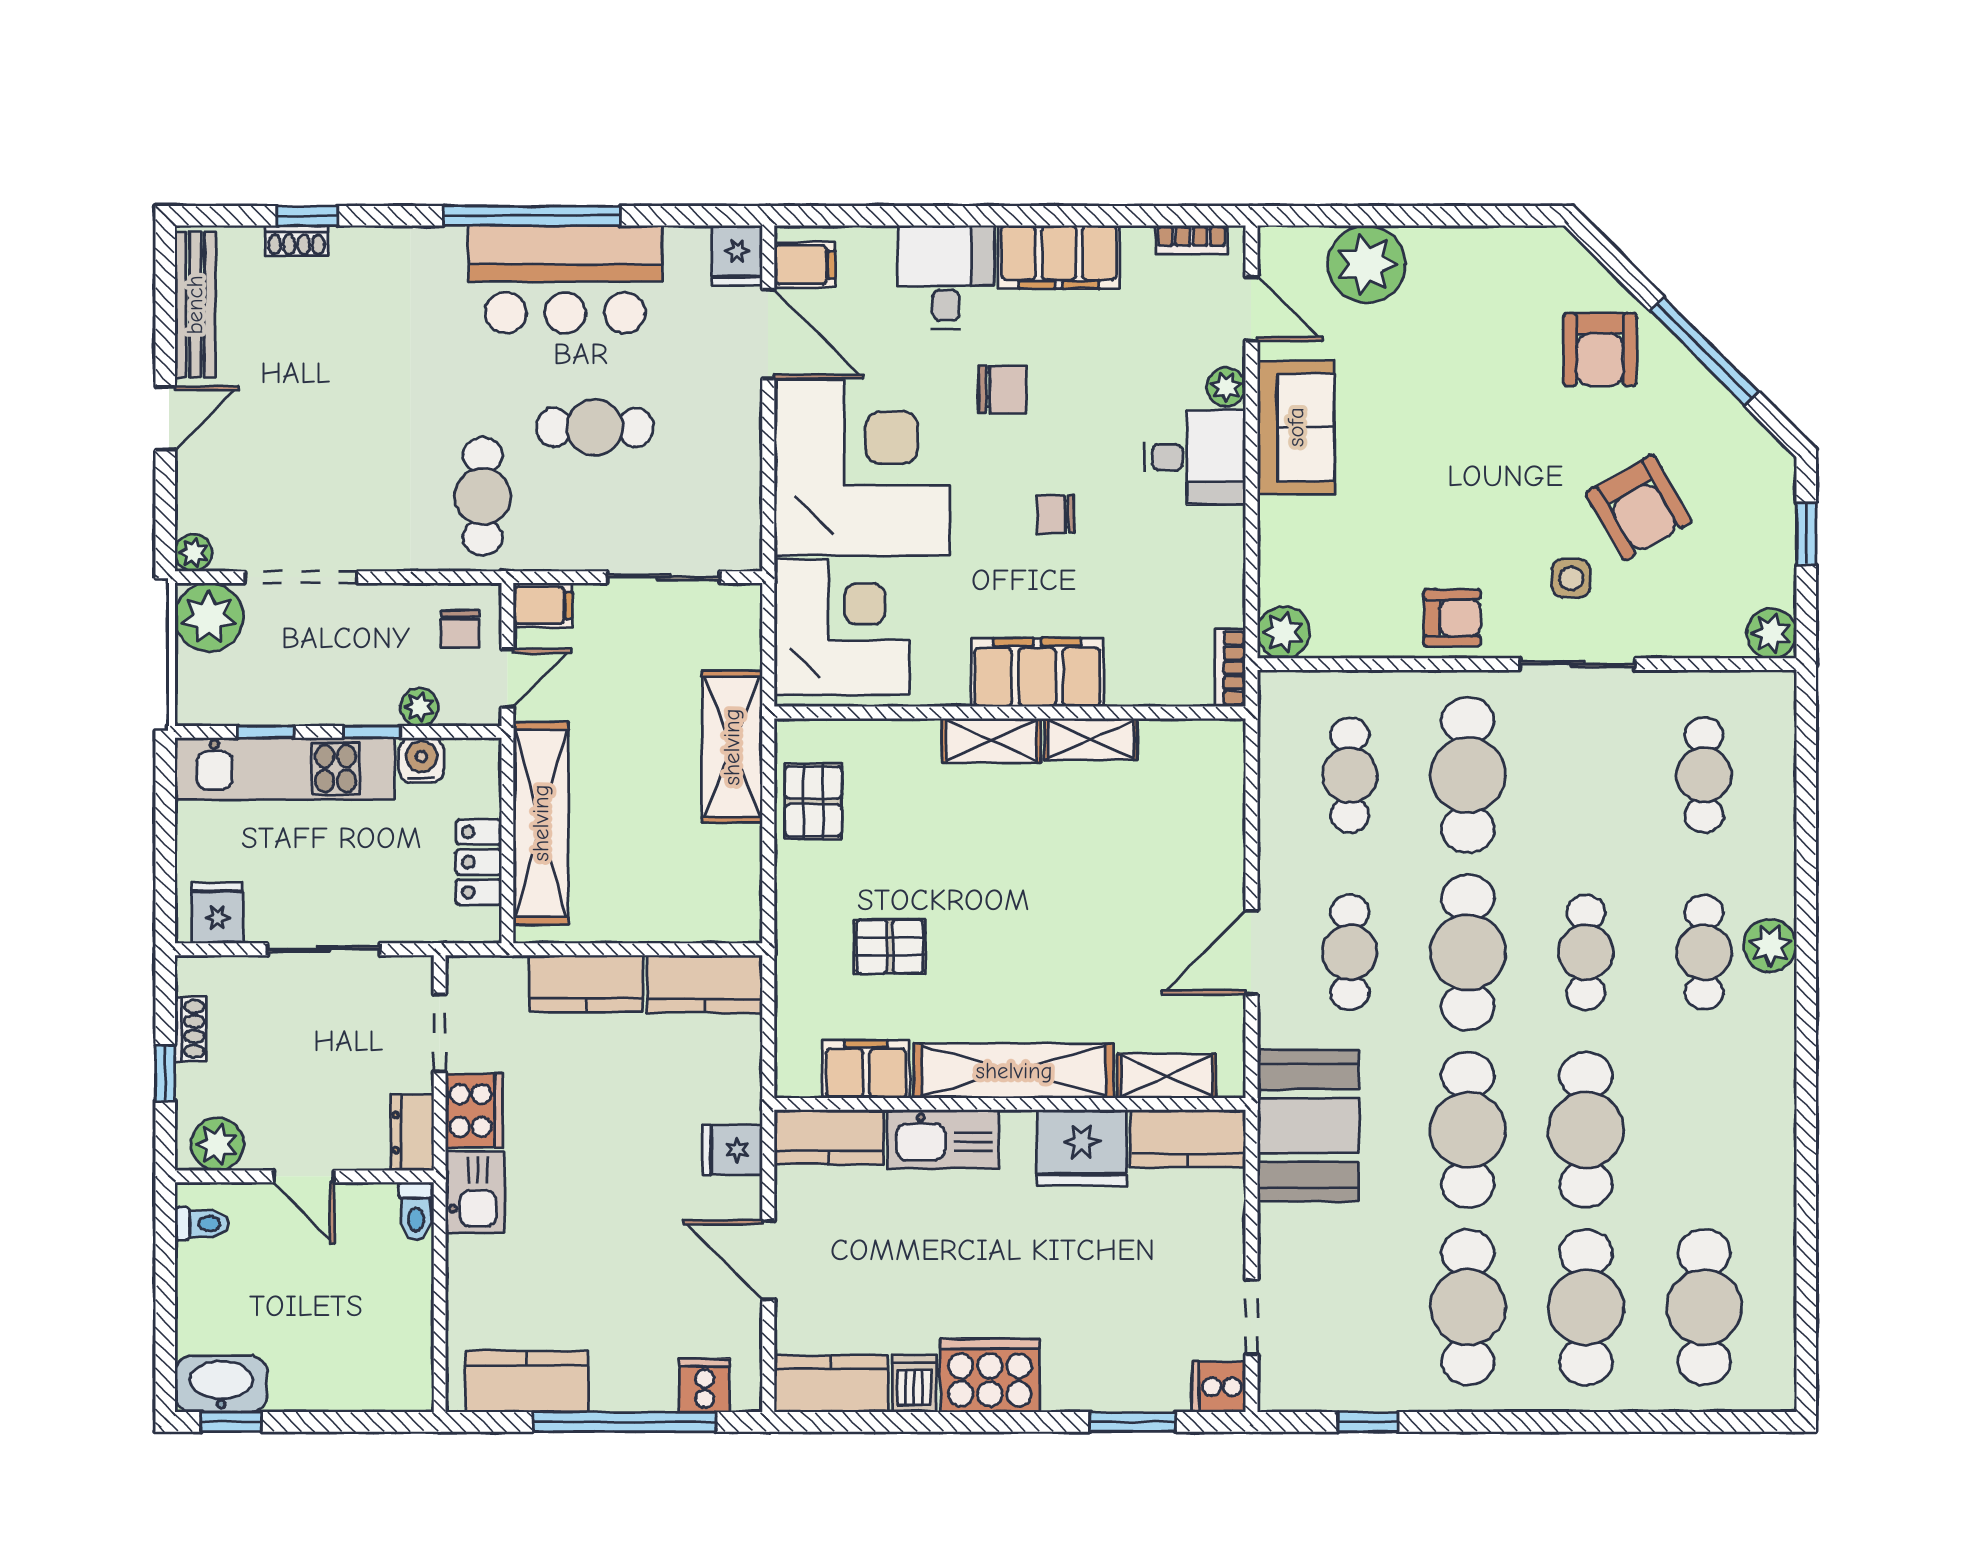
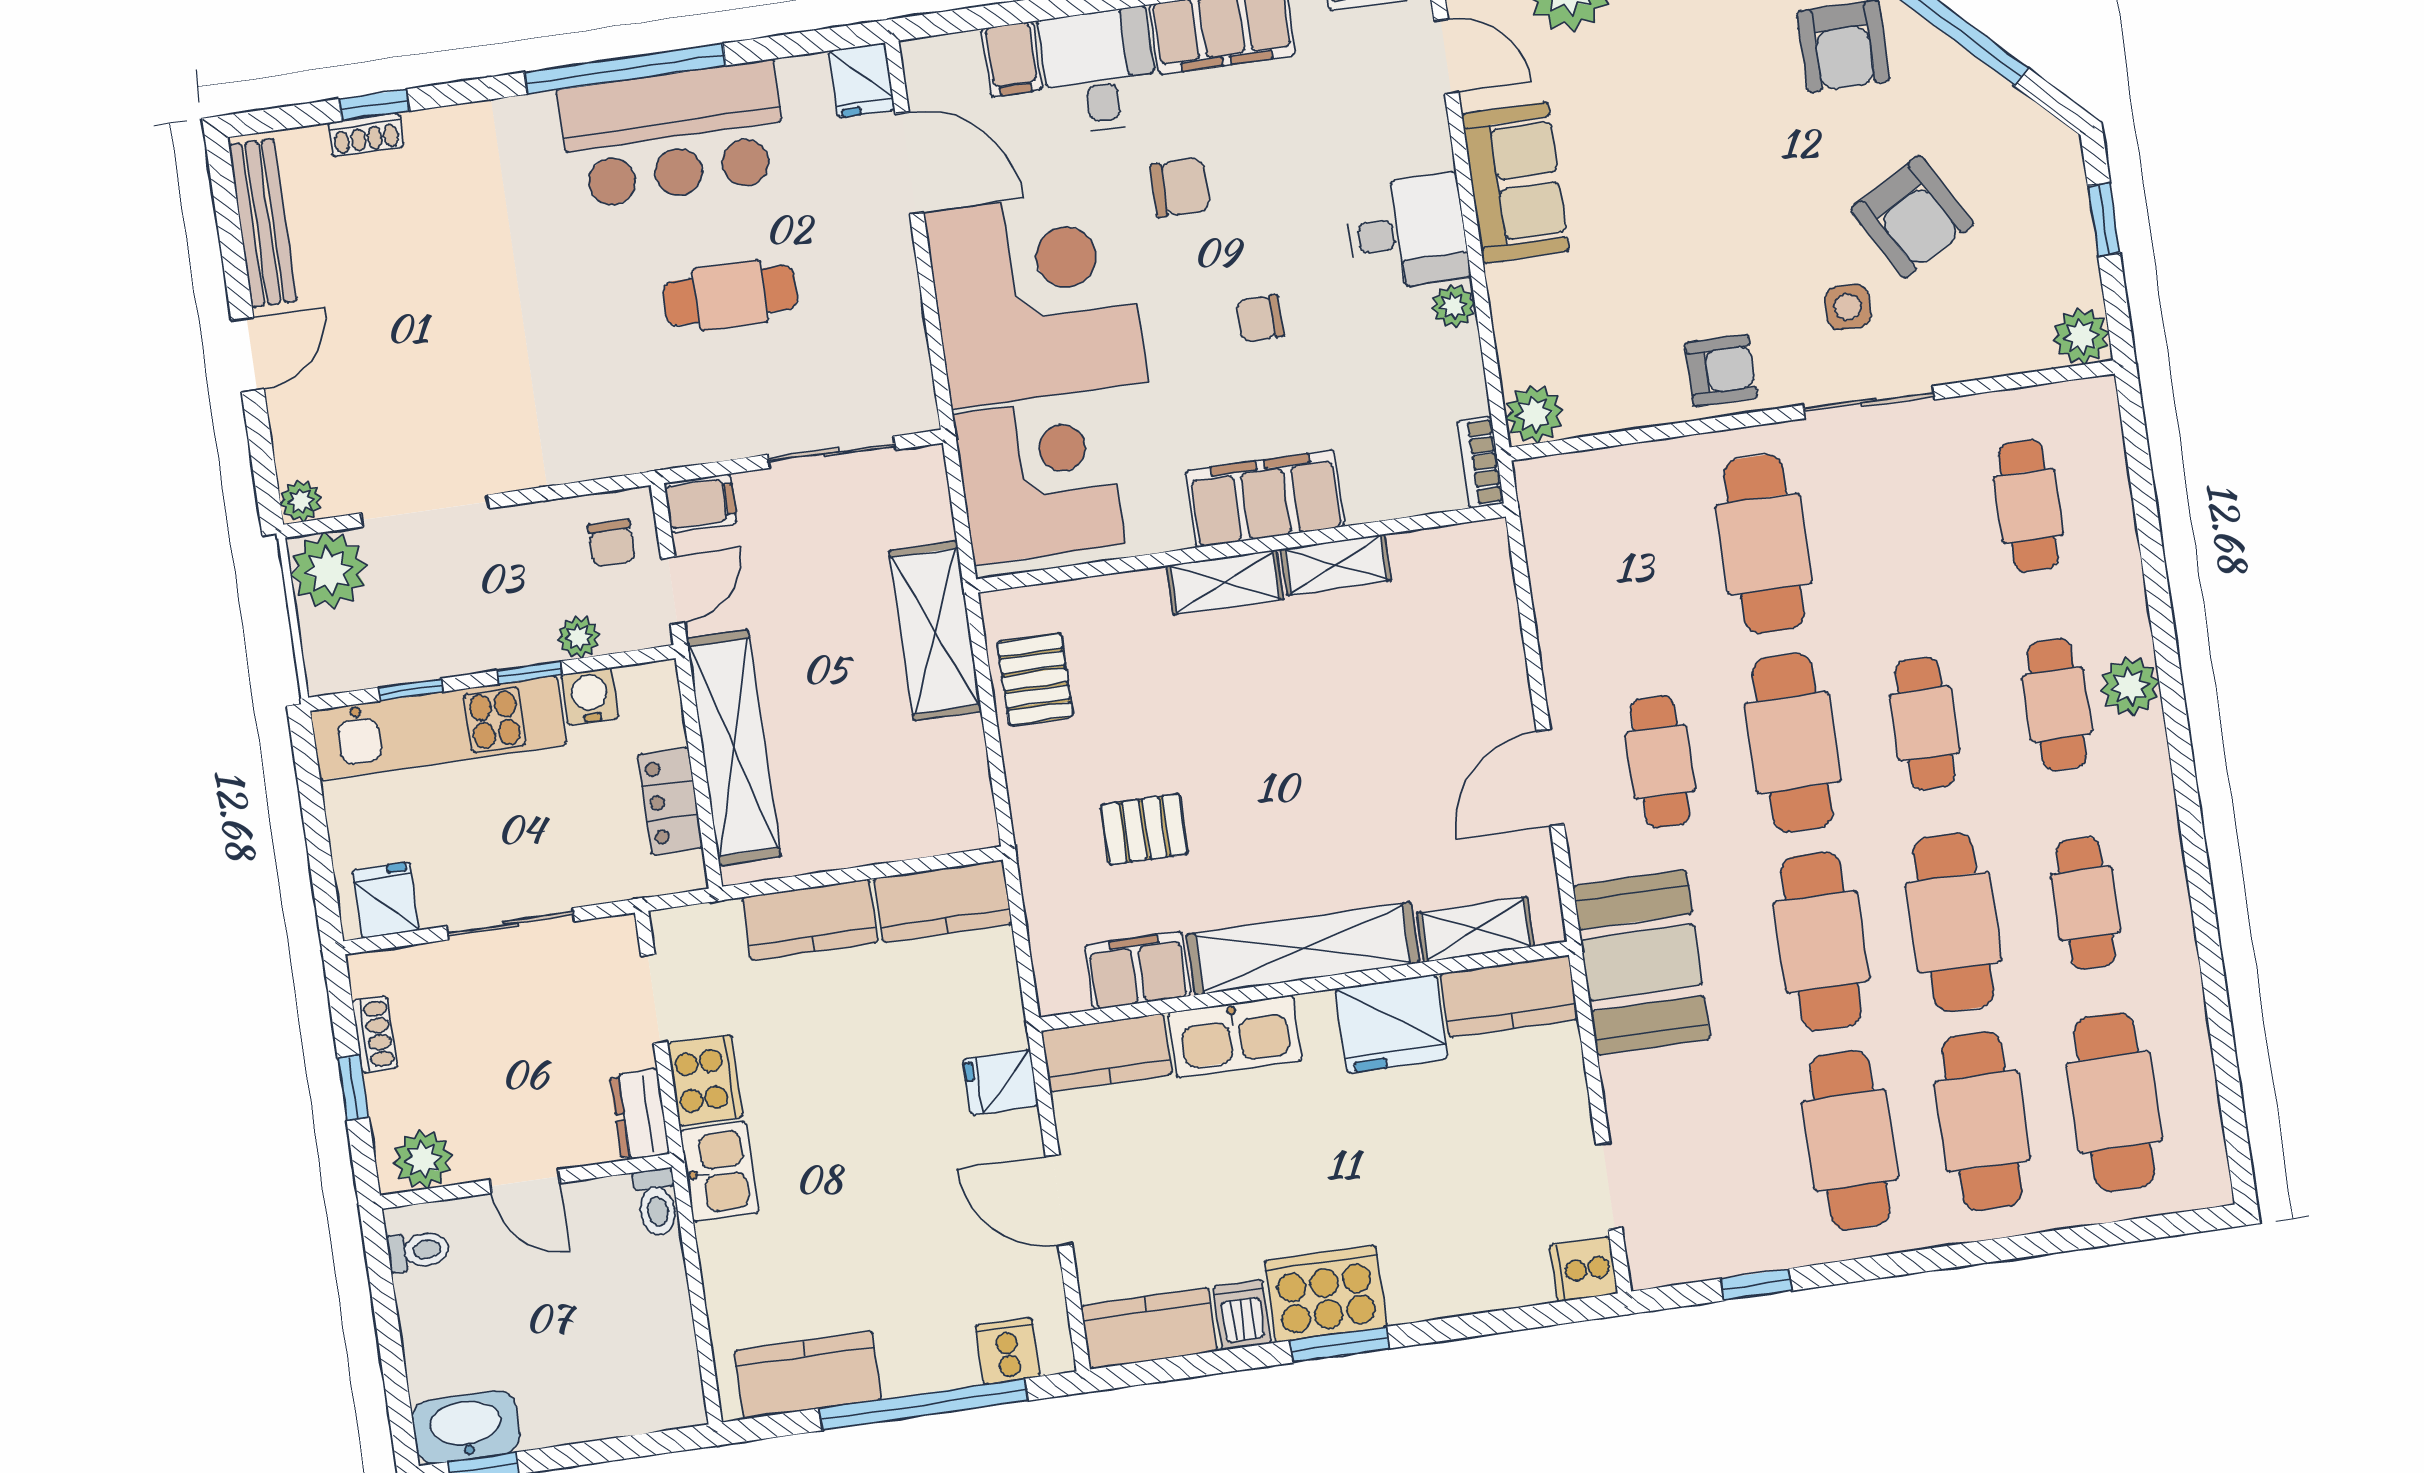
filing cabinet: (805, 265) -> (1012, 59), moved, turned 90
plant: (1226, 387) -> (1453, 306), moved
cafe table: (483, 496) -> (616, 391), removed
cafe table: (1350, 775) -> (2086, 903), moved
window: (1133, 1422) -> (1340, 1345), moved

